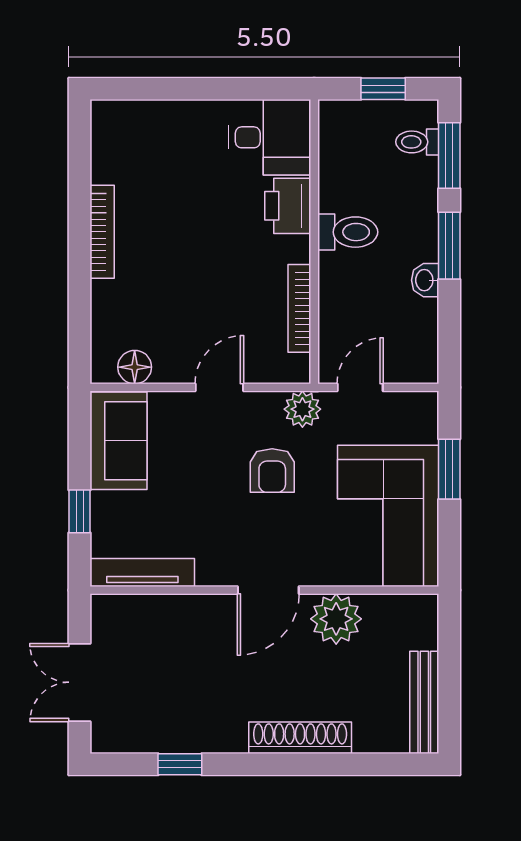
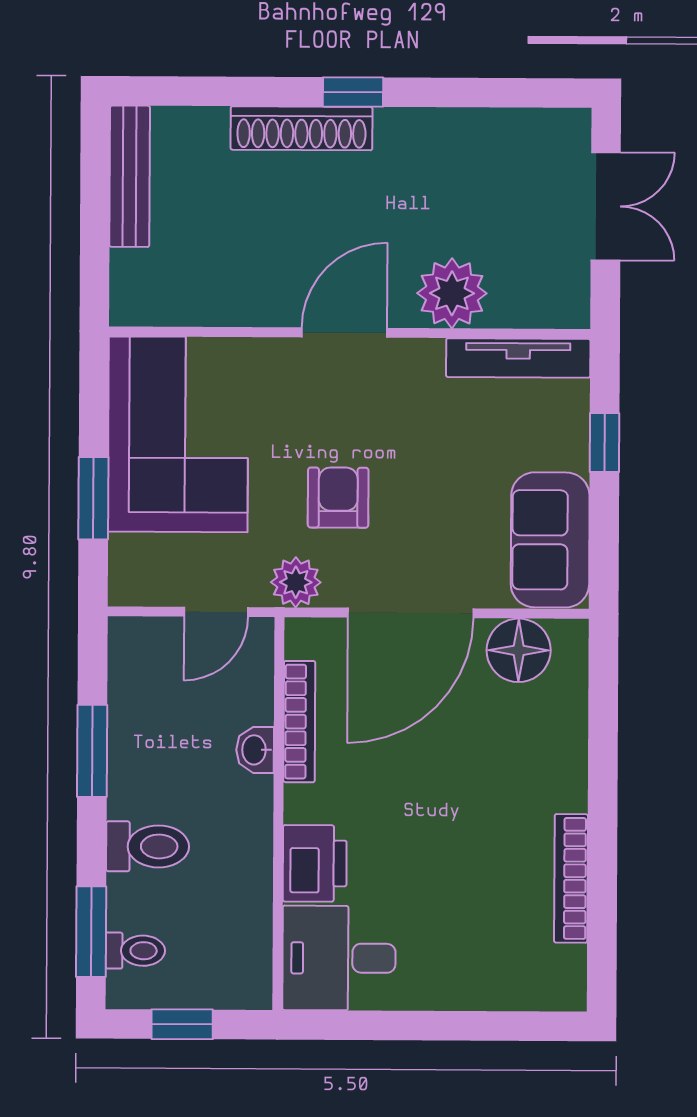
bookcase: (102, 232) -> (571, 878), moved
toilet: (348, 232) -> (148, 846), moved, turned 180
window: (449, 246) -> (92, 751), moved
washbasin: (425, 280) -> (255, 750), moved, turned 180
floor lamp: (135, 367) -> (519, 650), width x1.38, depth x1.38
door: (219, 387) -> (411, 613), width x1.88
plant: (336, 619) -> (452, 293), moved
window: (180, 764) -> (353, 92), moved

